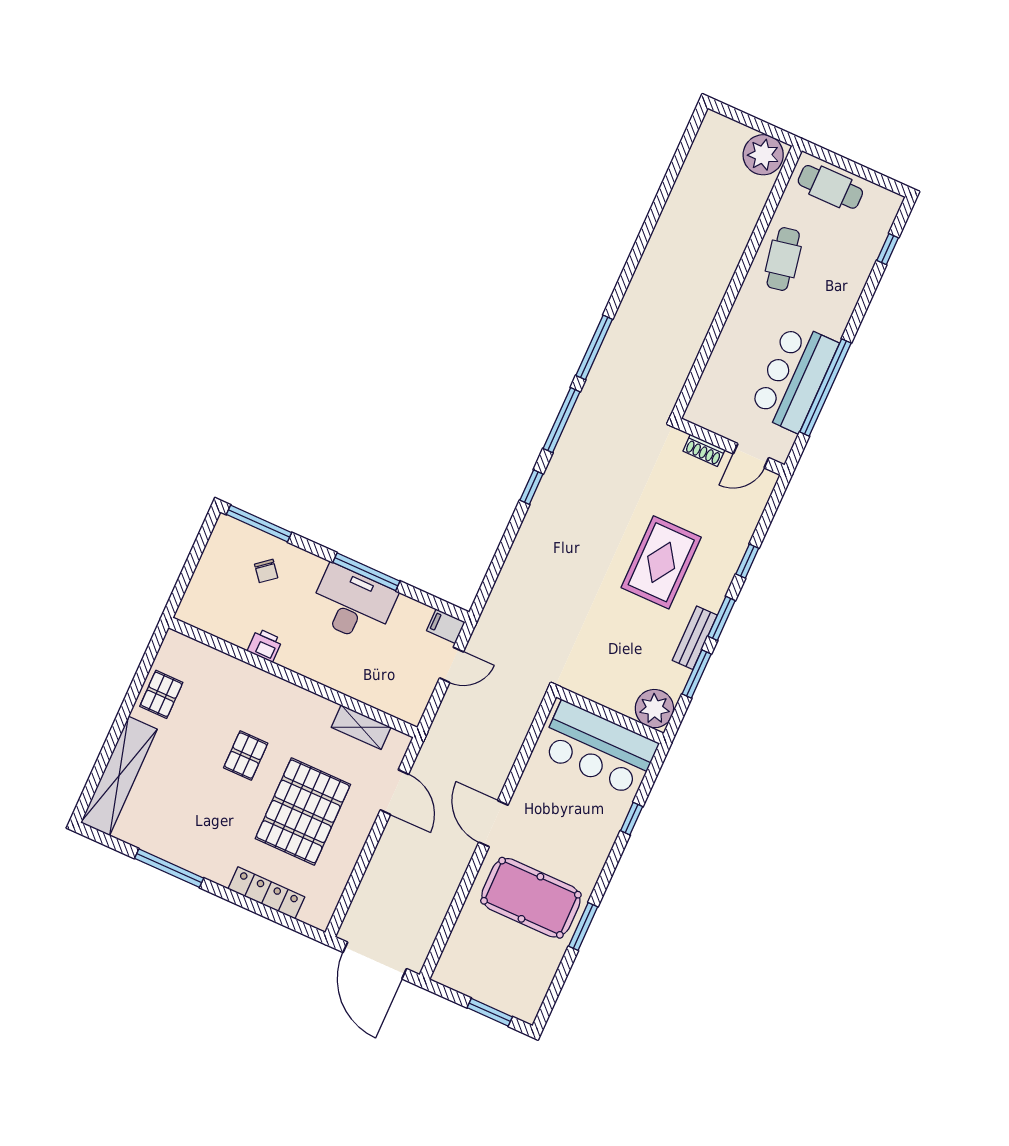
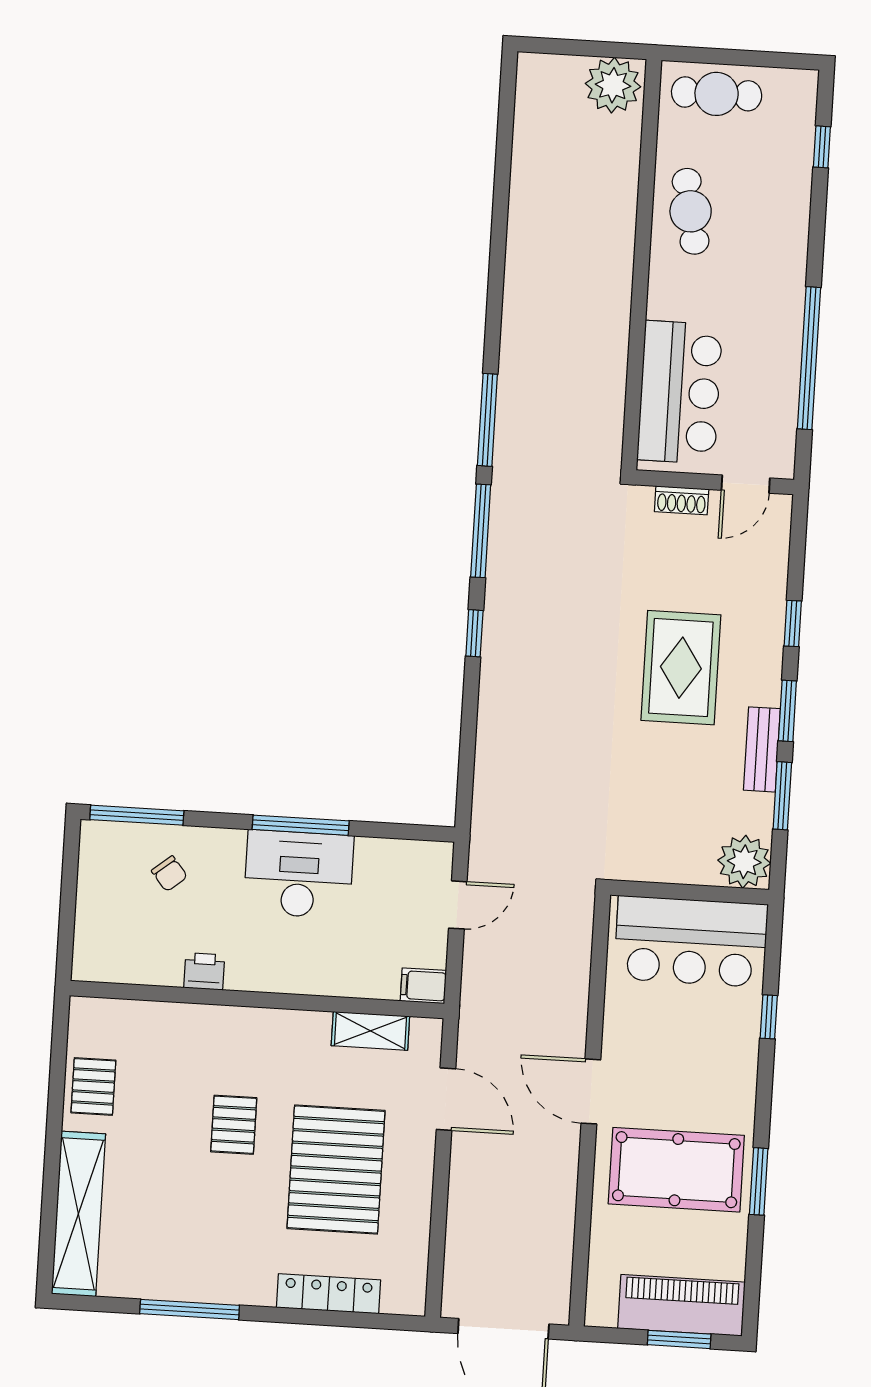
bar counter: (794, 377) -> (680, 392), moved, turned 180
filing cabinet: (446, 626) -> (423, 986), moved
piano: (500, 990) -> (681, 1305), added

